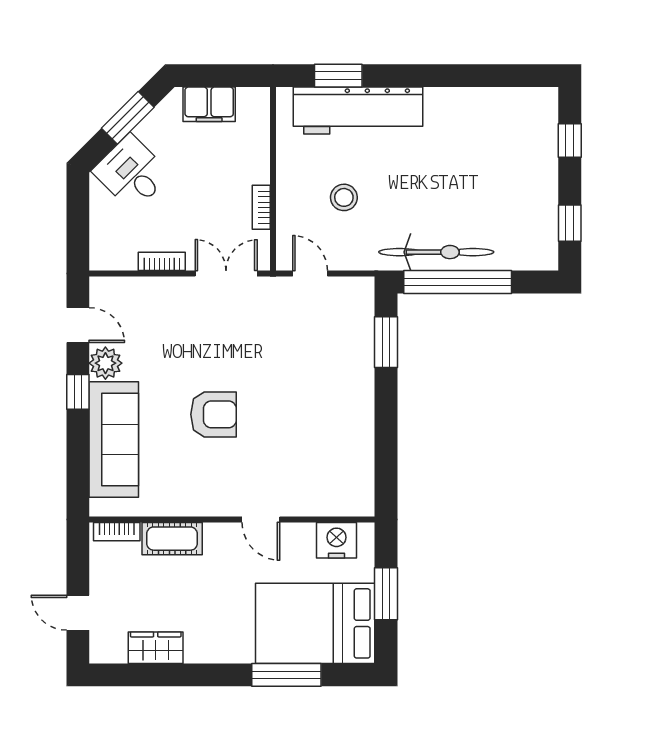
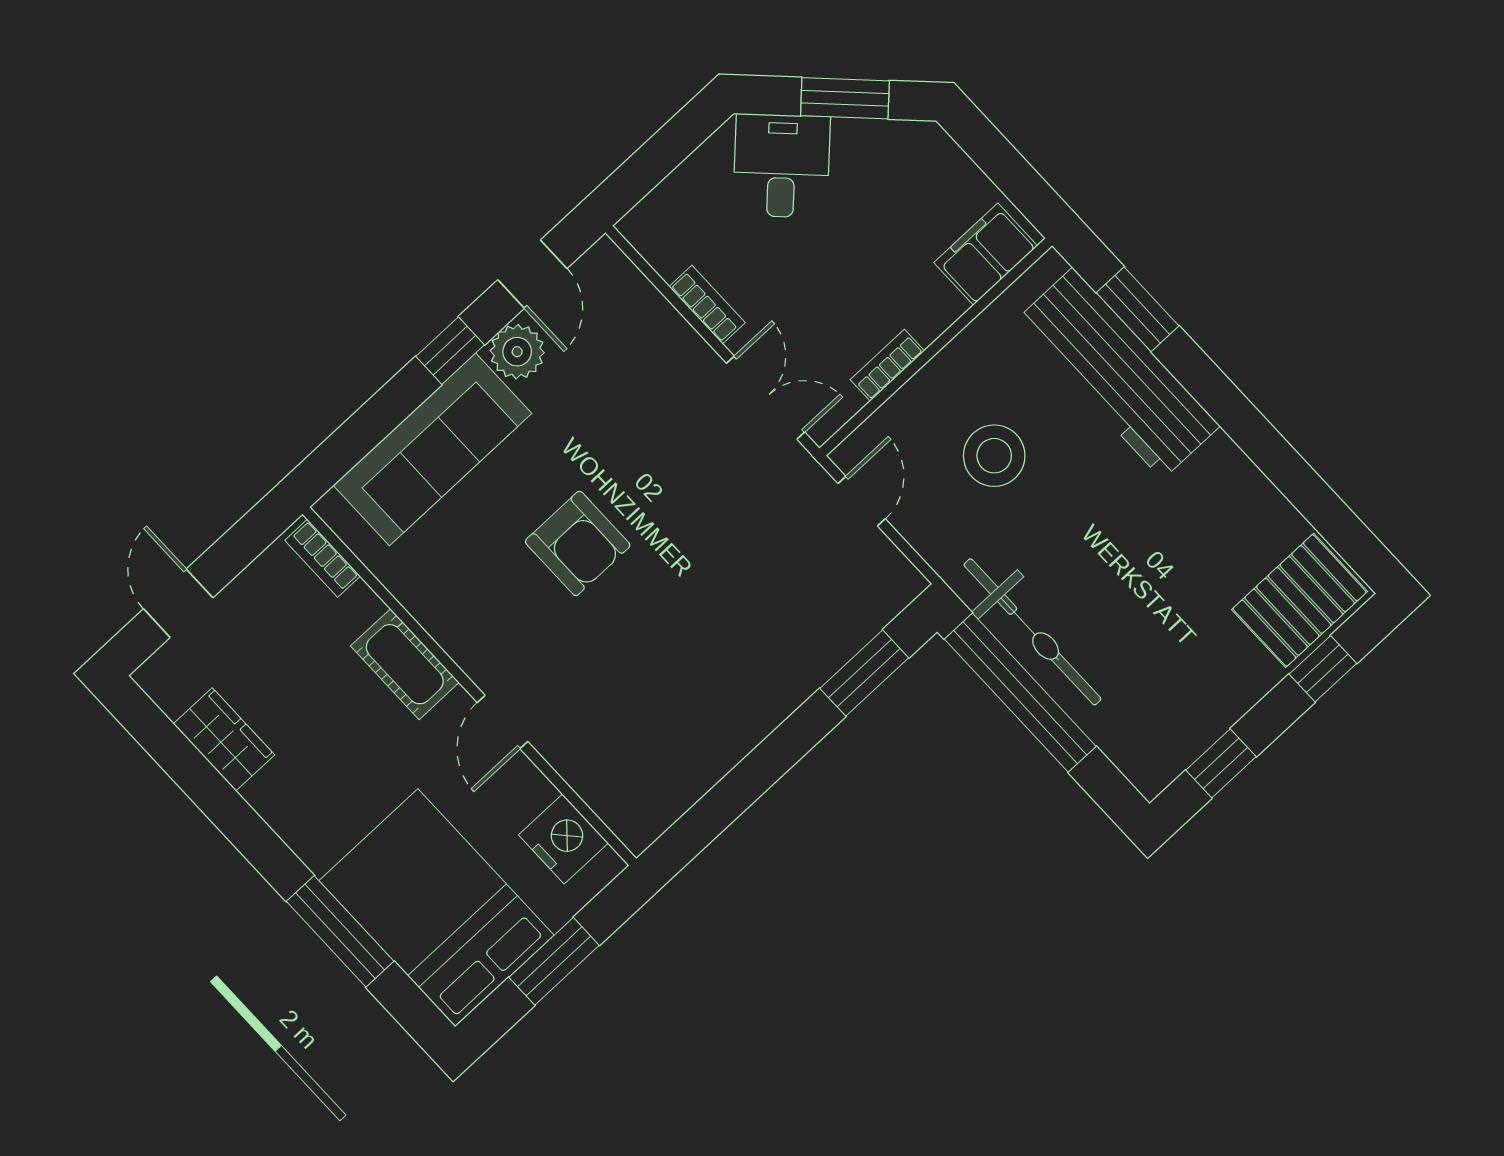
filing cabinet: (209, 104) -> (986, 254), moved, turned 90
pallet: (531, 123) -> (1300, 600), added
stool: (344, 197) -> (994, 456), width x1.38, depth x1.38
cot: (172, 539) -> (405, 664), moved

